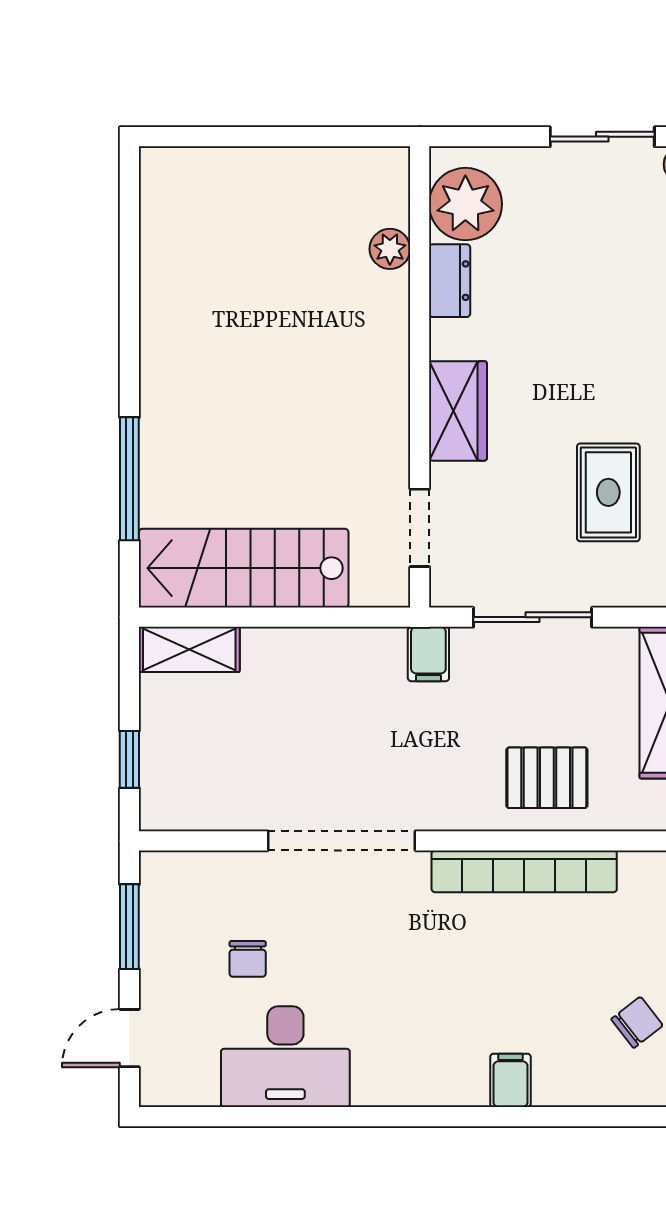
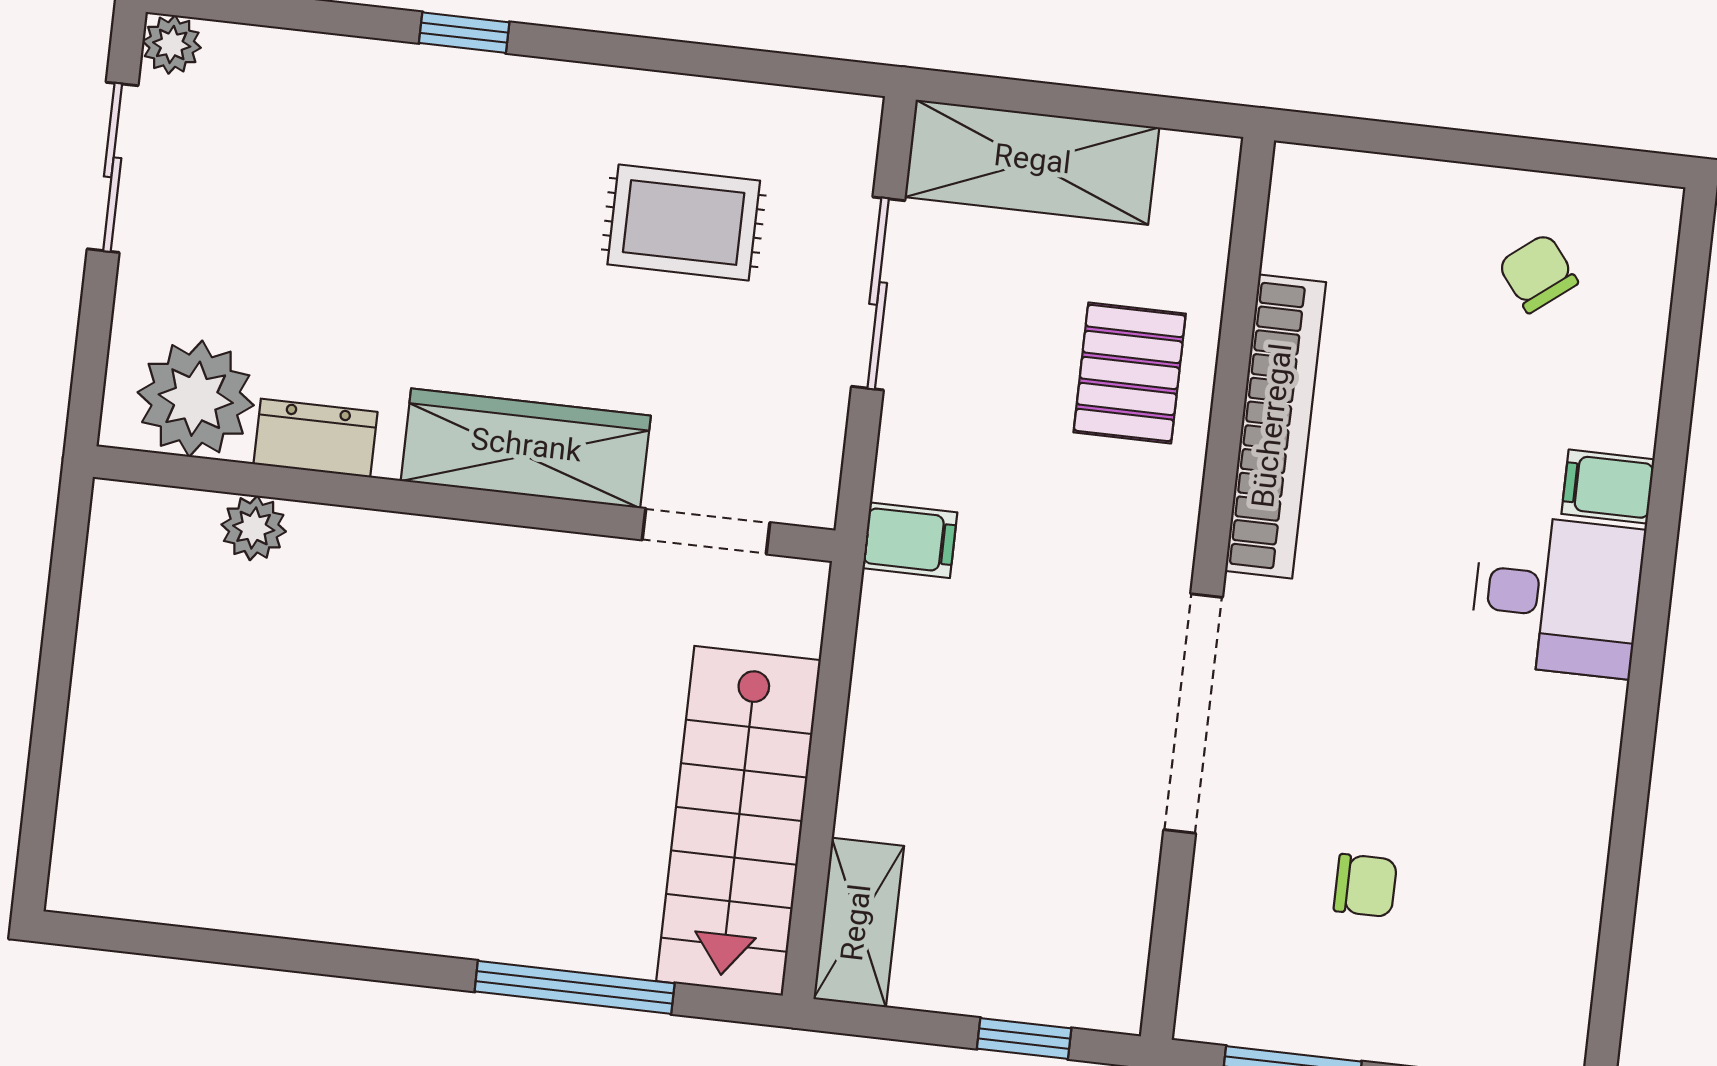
wardrobe: (458, 411) -> (526, 448), width x1.50
sliding door: (533, 617) -> (878, 293), moved
desk: (285, 1057) -> (1557, 596), moved, width x0.73

